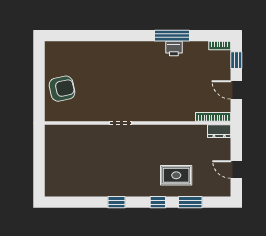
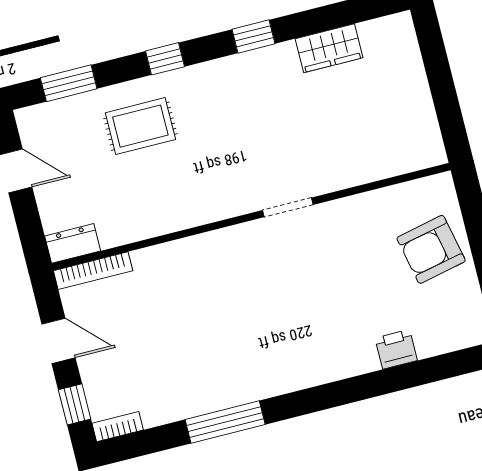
printer: (174, 49) -> (396, 349), moved
wardrobe: (85, 189) -> (329, 48), added
window: (190, 202) -> (69, 83), moved

